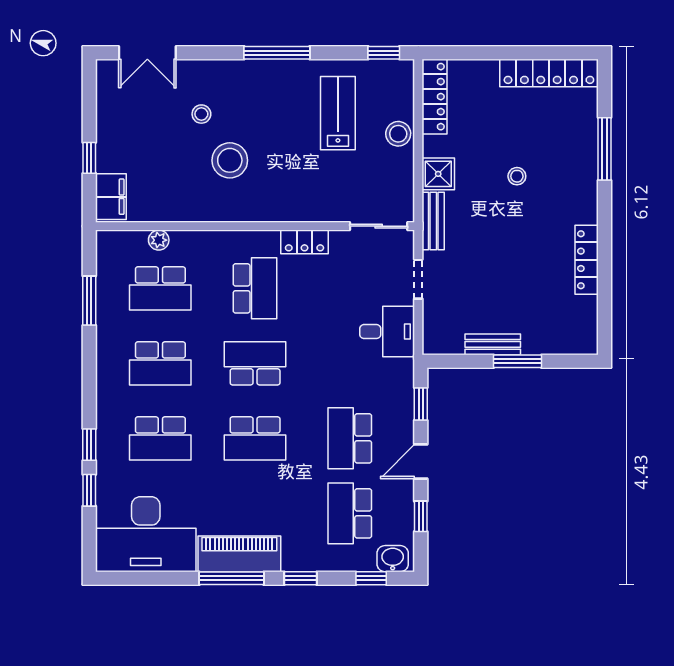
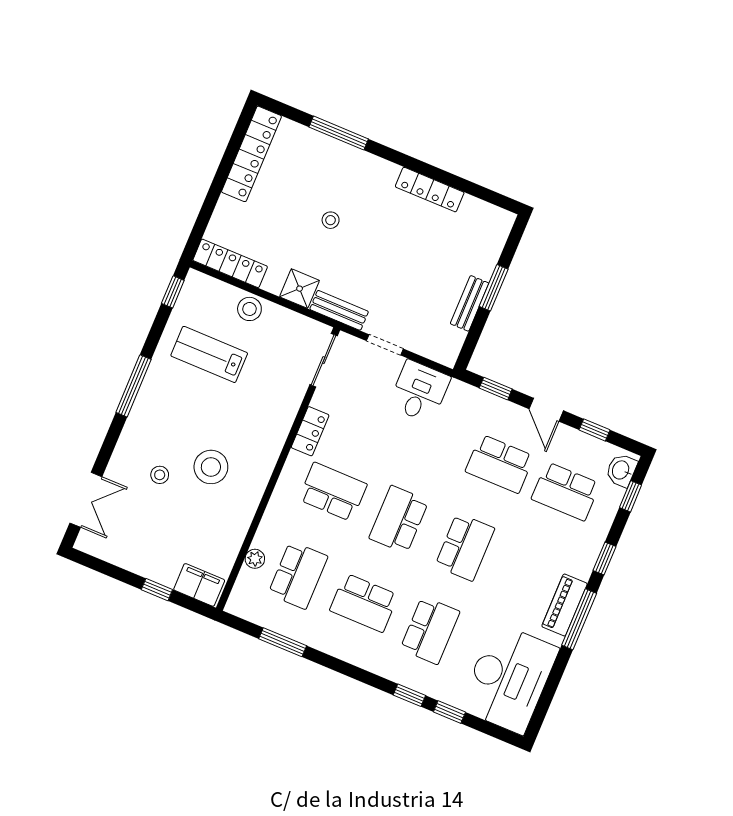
school desk: (160, 363) -> (364, 603), turned 90
piano: (239, 554) -> (564, 605), width x0.73, depth x0.75

